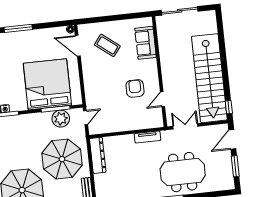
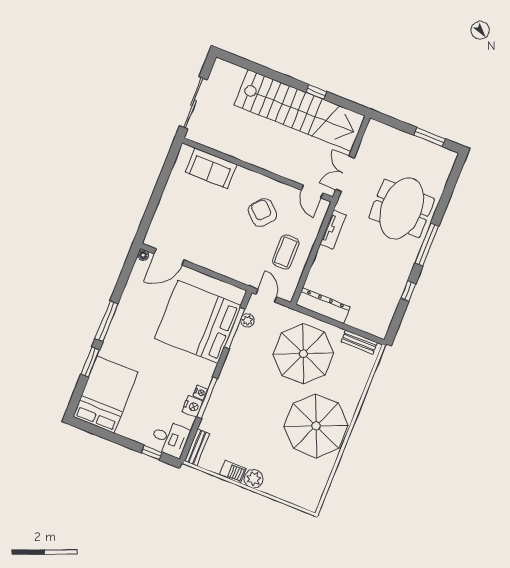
coffee table: (107, 45) -> (286, 252), moved, turned -38
armchair: (135, 88) -> (262, 213), turned 43
door: (162, 99) -> (312, 192), moved
window: (229, 107) -> (316, 92), moved
plant: (61, 119) -> (248, 320), width x0.53, depth x0.53
door: (232, 139) -> (394, 123), removed

